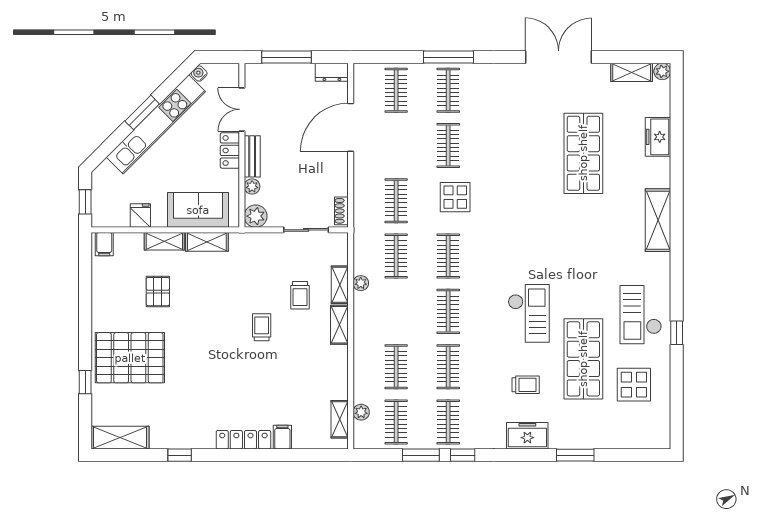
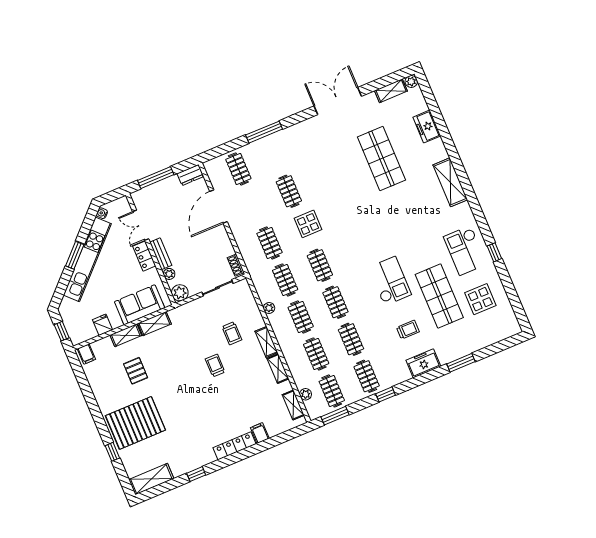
clothes rail: (448, 90) -> (301, 317), moved
shelving: (340, 285) -> (278, 369), moved
window: (421, 455) -> (335, 416), moved

